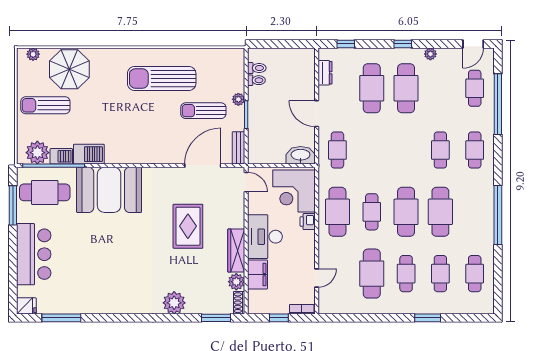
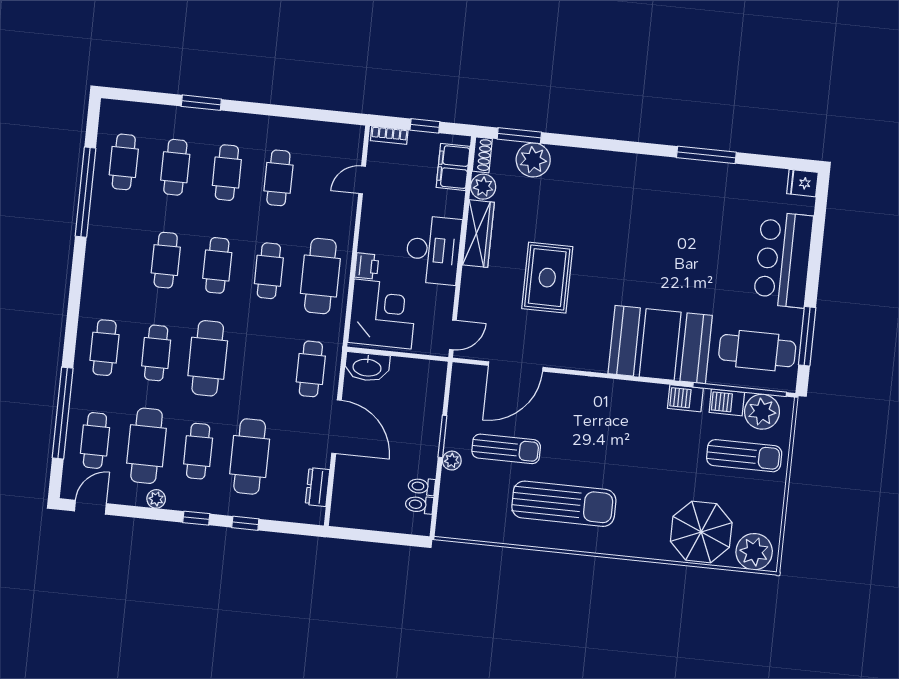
window: (346, 44) -> (245, 523), moved
plant: (33, 54) -> (754, 552), width x1.88, depth x1.88
cafe table: (406, 88) -> (198, 451), width x0.73, depth x0.74
cafe table: (440, 88) -> (147, 446), added
sun lounger: (45, 105) -> (744, 456), moved
door: (317, 114) -> (337, 427), width x1.36
bench: (238, 148) -> (459, 388), removed
cafe table: (406, 150) -> (208, 358), added
barbecue: (89, 154) -> (685, 398), width x0.73, depth x0.79
door: (246, 182) -> (453, 335), swing flipped
cafe table: (406, 212) -> (217, 265), width x0.73, depth x0.74
cafe table: (440, 212) -> (166, 260), width x0.73, depth x0.74
window: (498, 215) -> (85, 192), moved
cafe table: (372, 274) -> (278, 178), width x0.73, depth x0.74
filing cabinet: (258, 275) -> (453, 167), moved
plant: (174, 303) -> (533, 160), moved
window: (61, 318) -> (706, 155), moved

